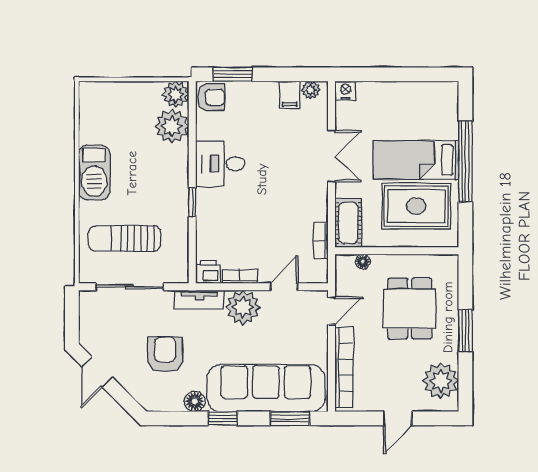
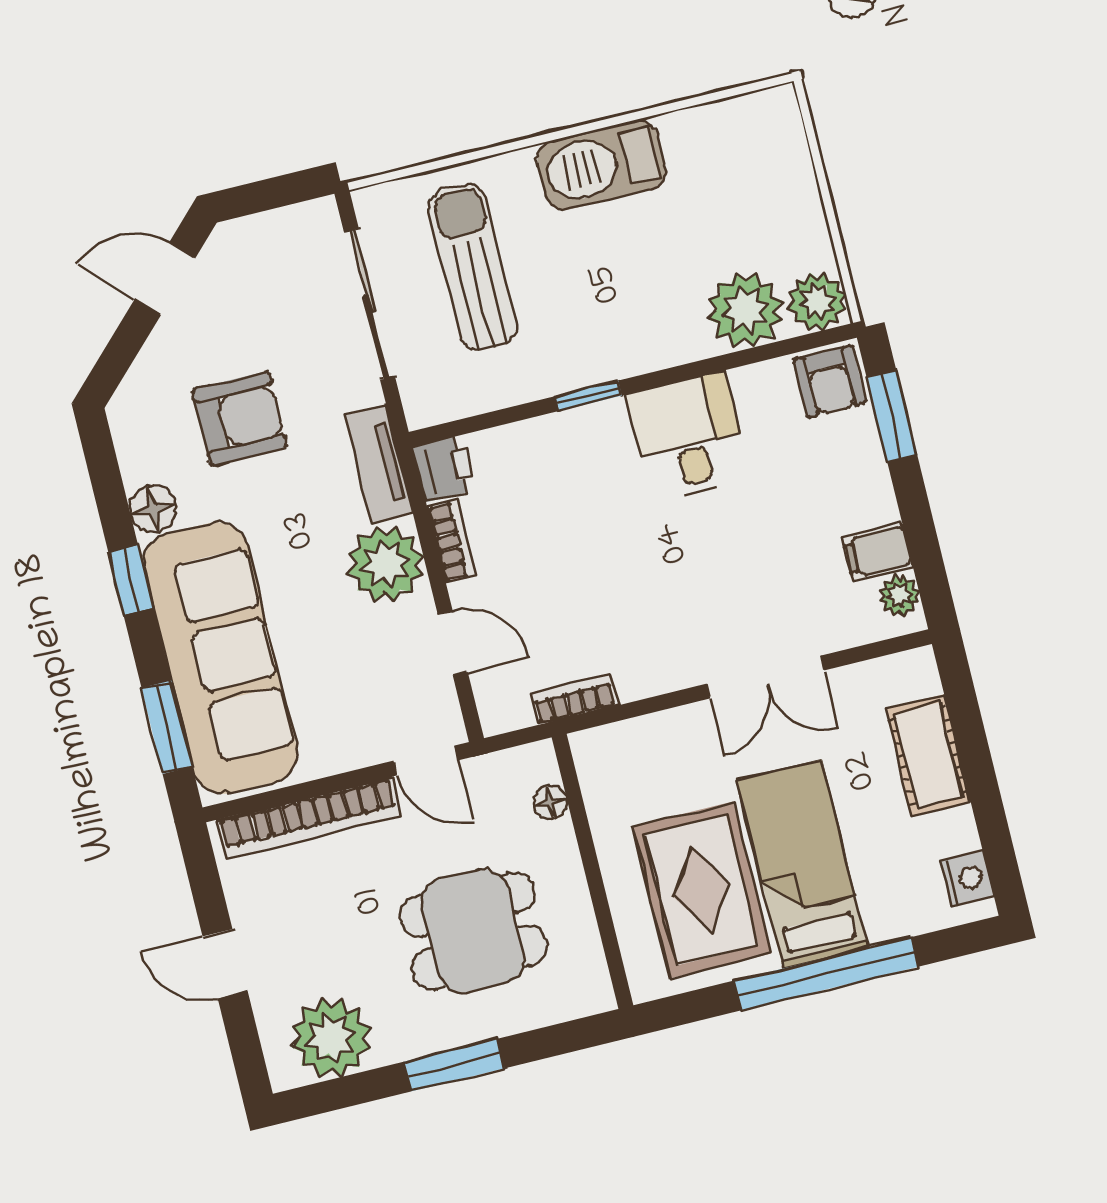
nightstand: (345, 91) -> (967, 878), moved
cot: (348, 223) -> (928, 755), moved, turned 90

